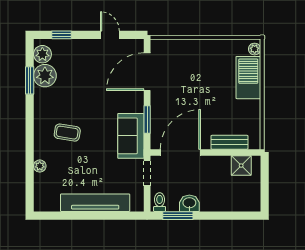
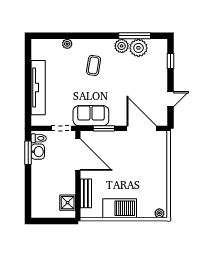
plant: (42, 54) -> (122, 46), moved
barbecue: (248, 78) -> (120, 208), moved
window: (30, 80) -> (135, 36), width x1.44
washbasin: (189, 203) -> (38, 152), moved

